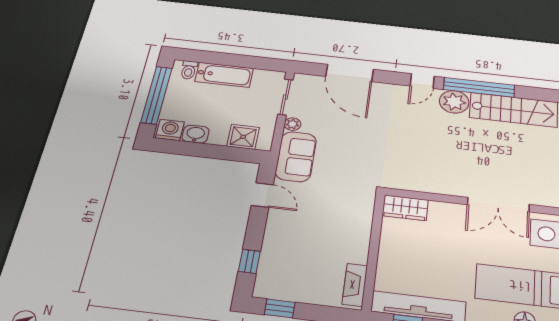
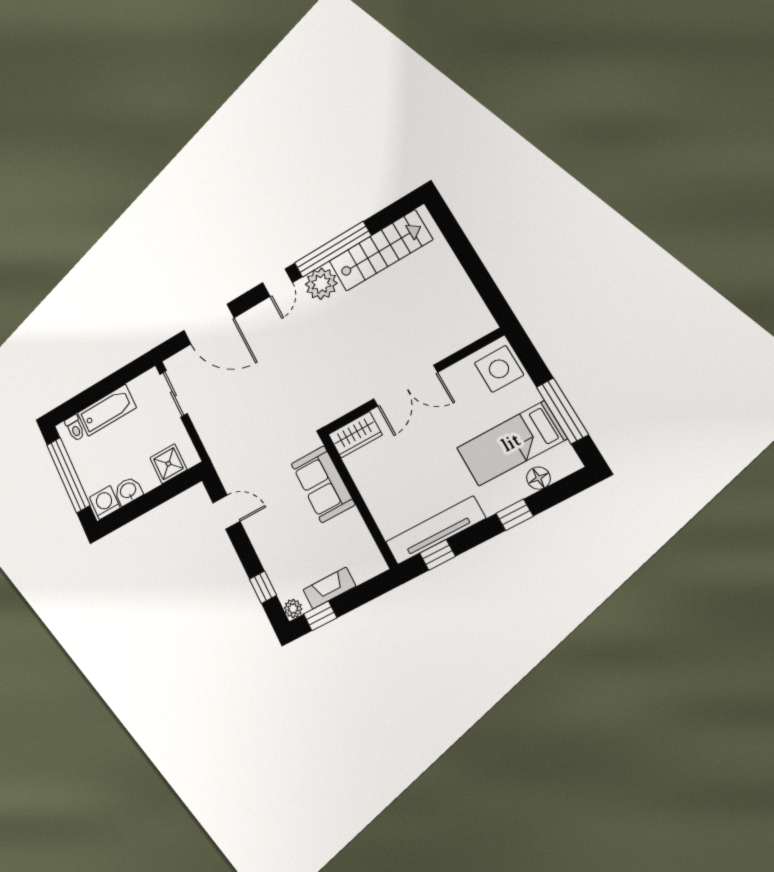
plant: (293, 124) -> (293, 609), moved
sofa: (296, 156) -> (323, 484), moved, turned 180
double door: (498, 205) -> (405, 386), moved
fireplace: (355, 285) -> (329, 588), moved, turned 90

